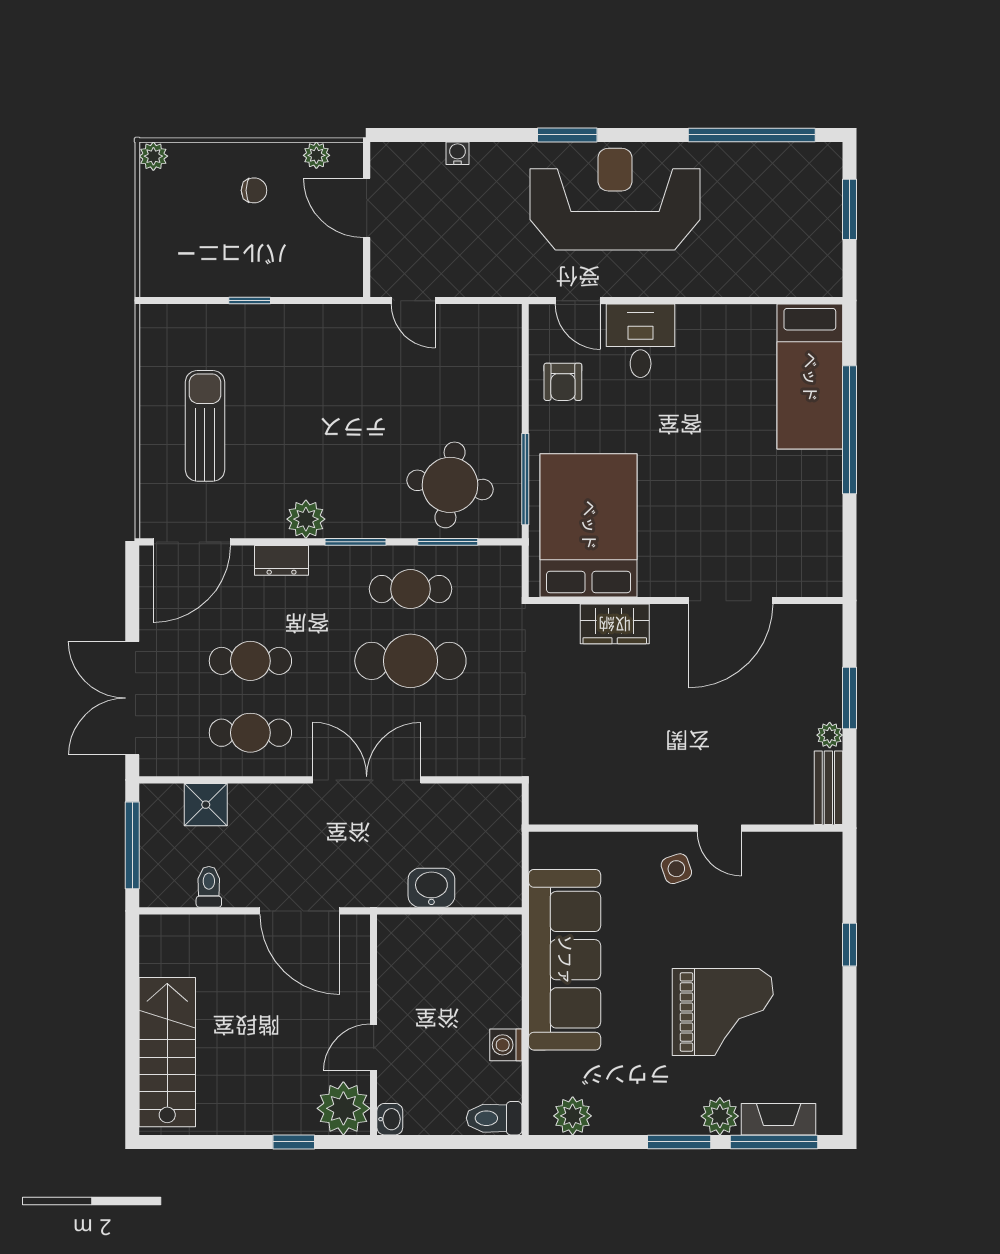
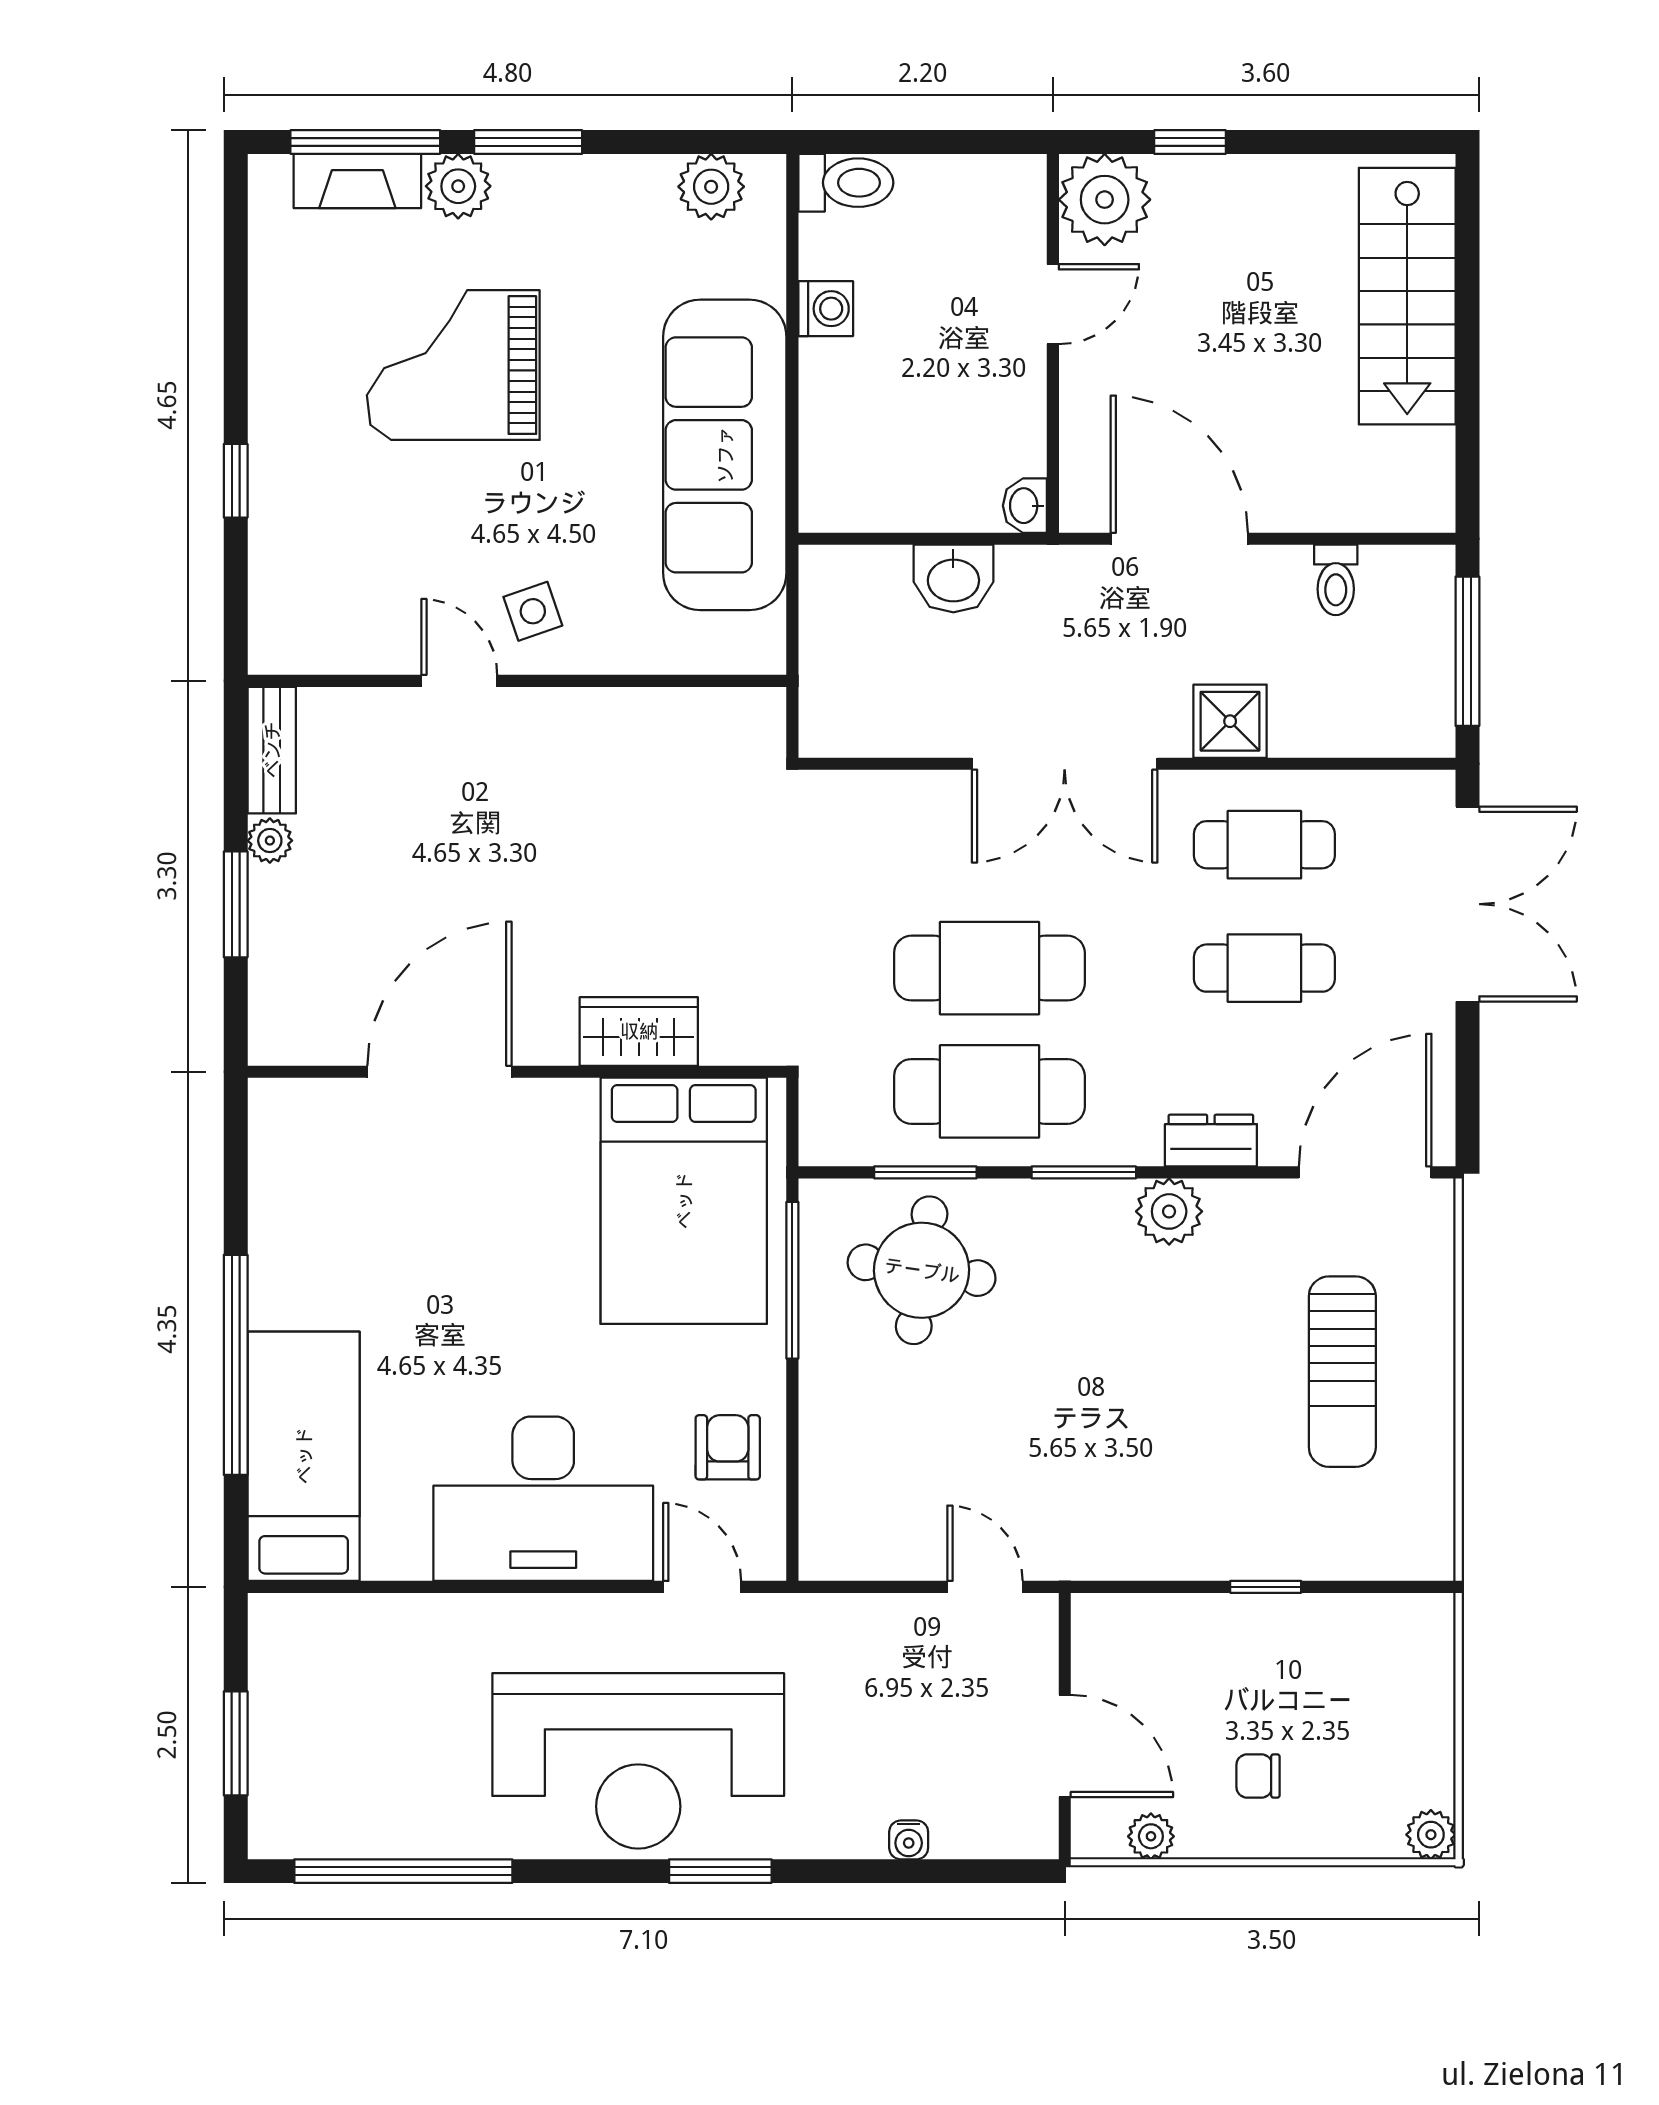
desk: (641, 341) -> (543, 1499), width x1.87, depth x1.30
cafe table: (410, 589) -> (989, 1091), width x1.37, depth x1.35
shower: (206, 805) -> (1230, 721), moved
washbasin: (390, 1119) -> (1025, 506), moved

